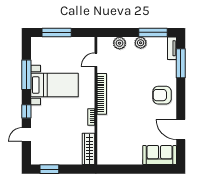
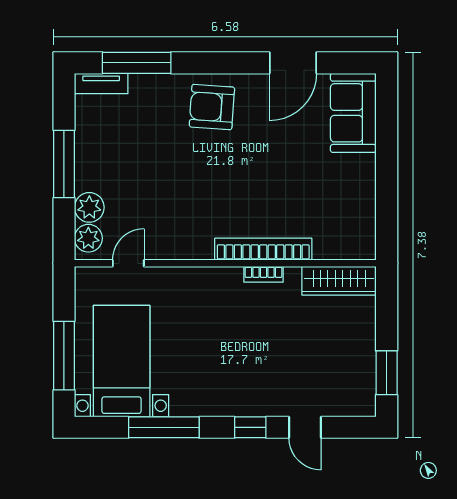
window: (153, 32) -> (64, 164), moved
plant: (141, 43) -> (88, 238), moved
door: (96, 60) -> (128, 263), swing flipped
bed with nightstands: (54, 85) -> (122, 361), moved
bookcase: (102, 94) -> (263, 249), moved
armchair: (162, 95) -> (212, 107), turned 94

